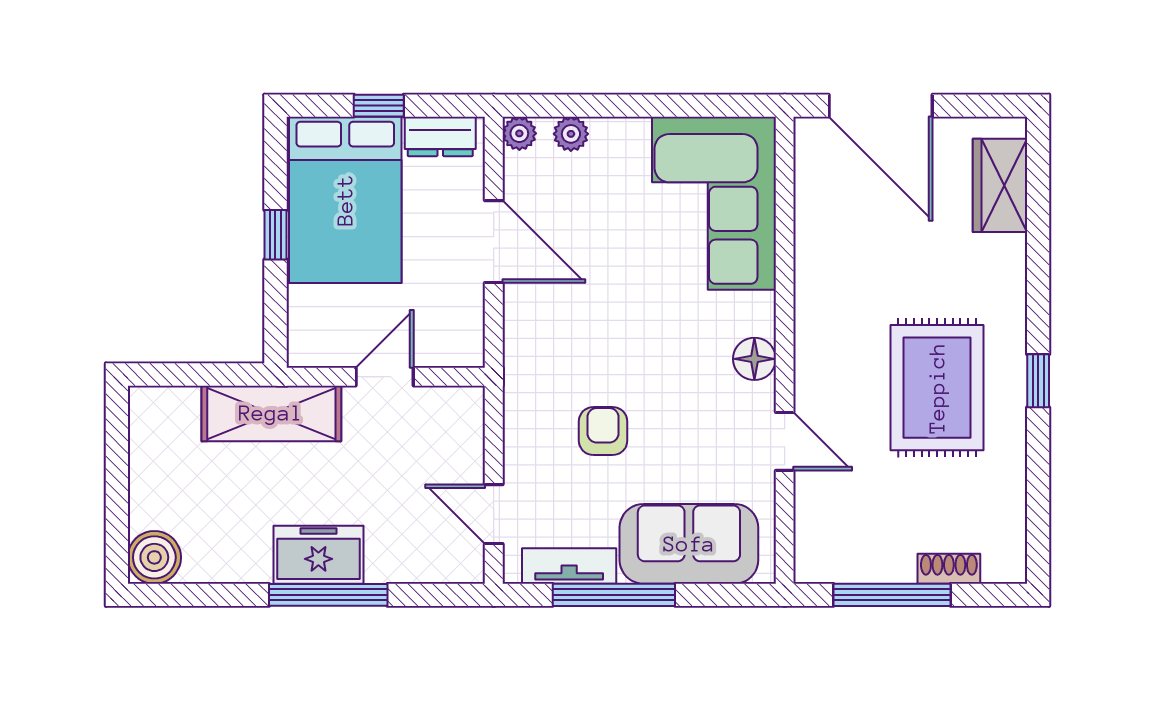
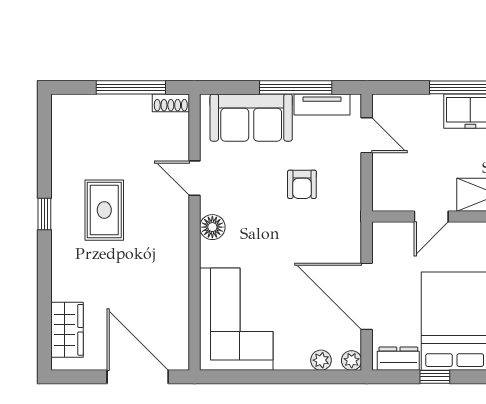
door: (494, 242) -> (367, 296), width x1.36
rug: (937, 388) -> (104, 210), width x0.73, depth x0.70
shoe rack: (949, 569) -> (171, 103), moved

